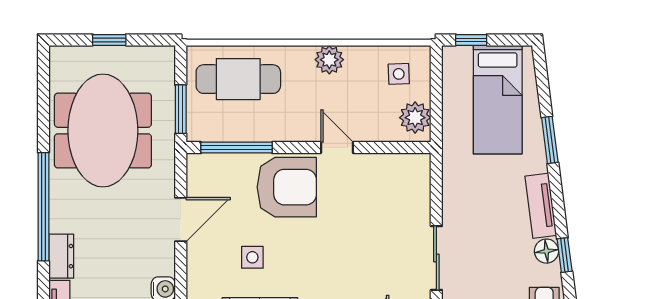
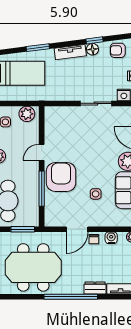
window: (237, 148) -> (42, 189), moved
door: (181, 219) -> (77, 229), swing flipped
chair: (161, 254) -> (94, 239), added

